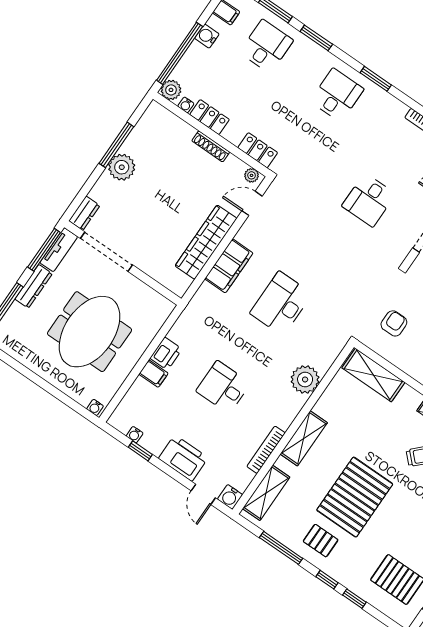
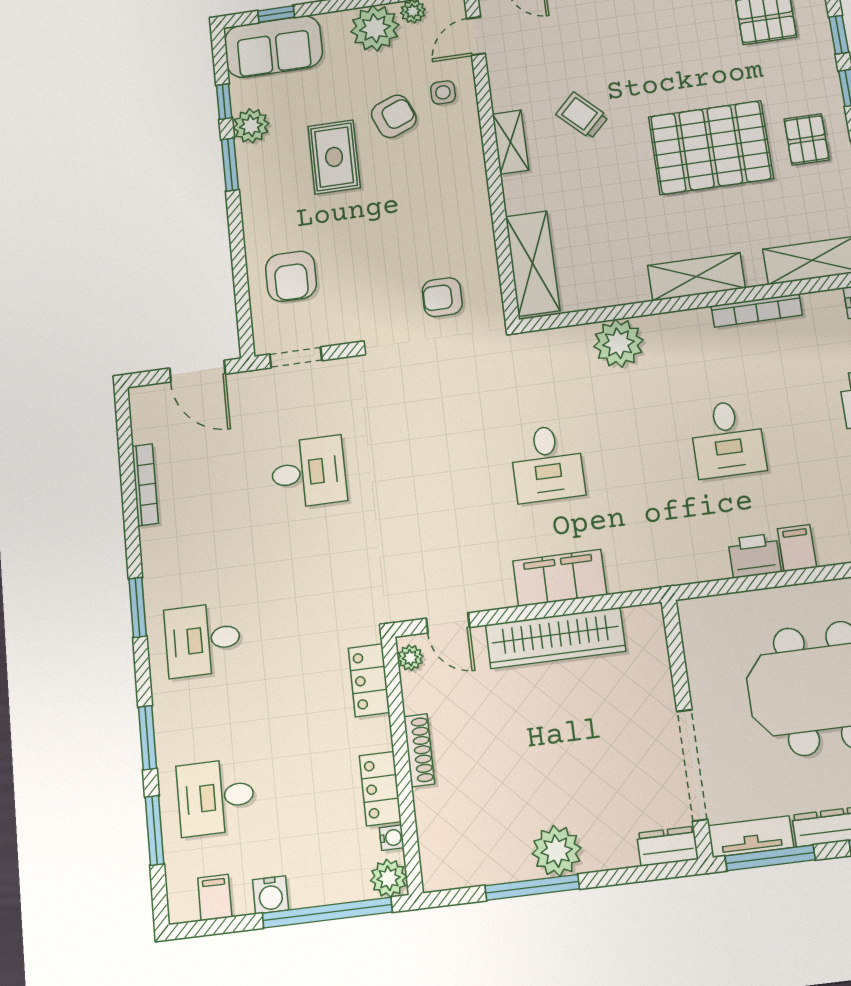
desk: (281, 304) -> (547, 463), width x0.73

